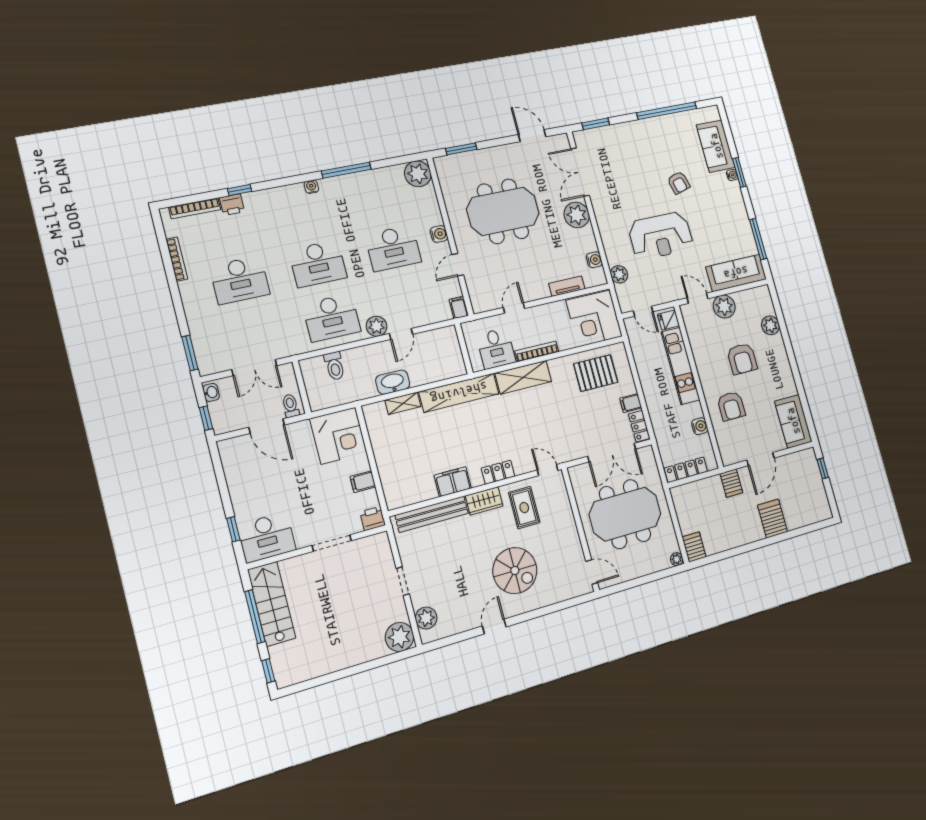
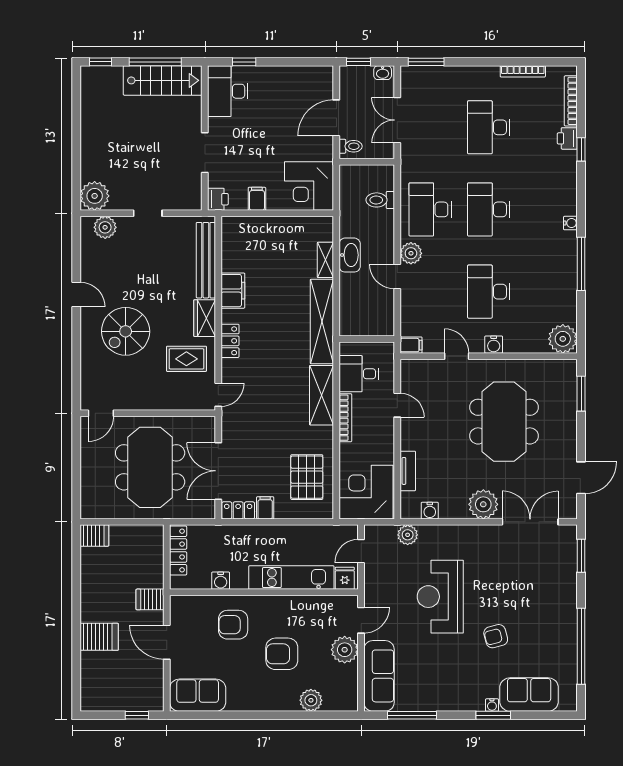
plant: (677, 559) -> (87, 512), removed

